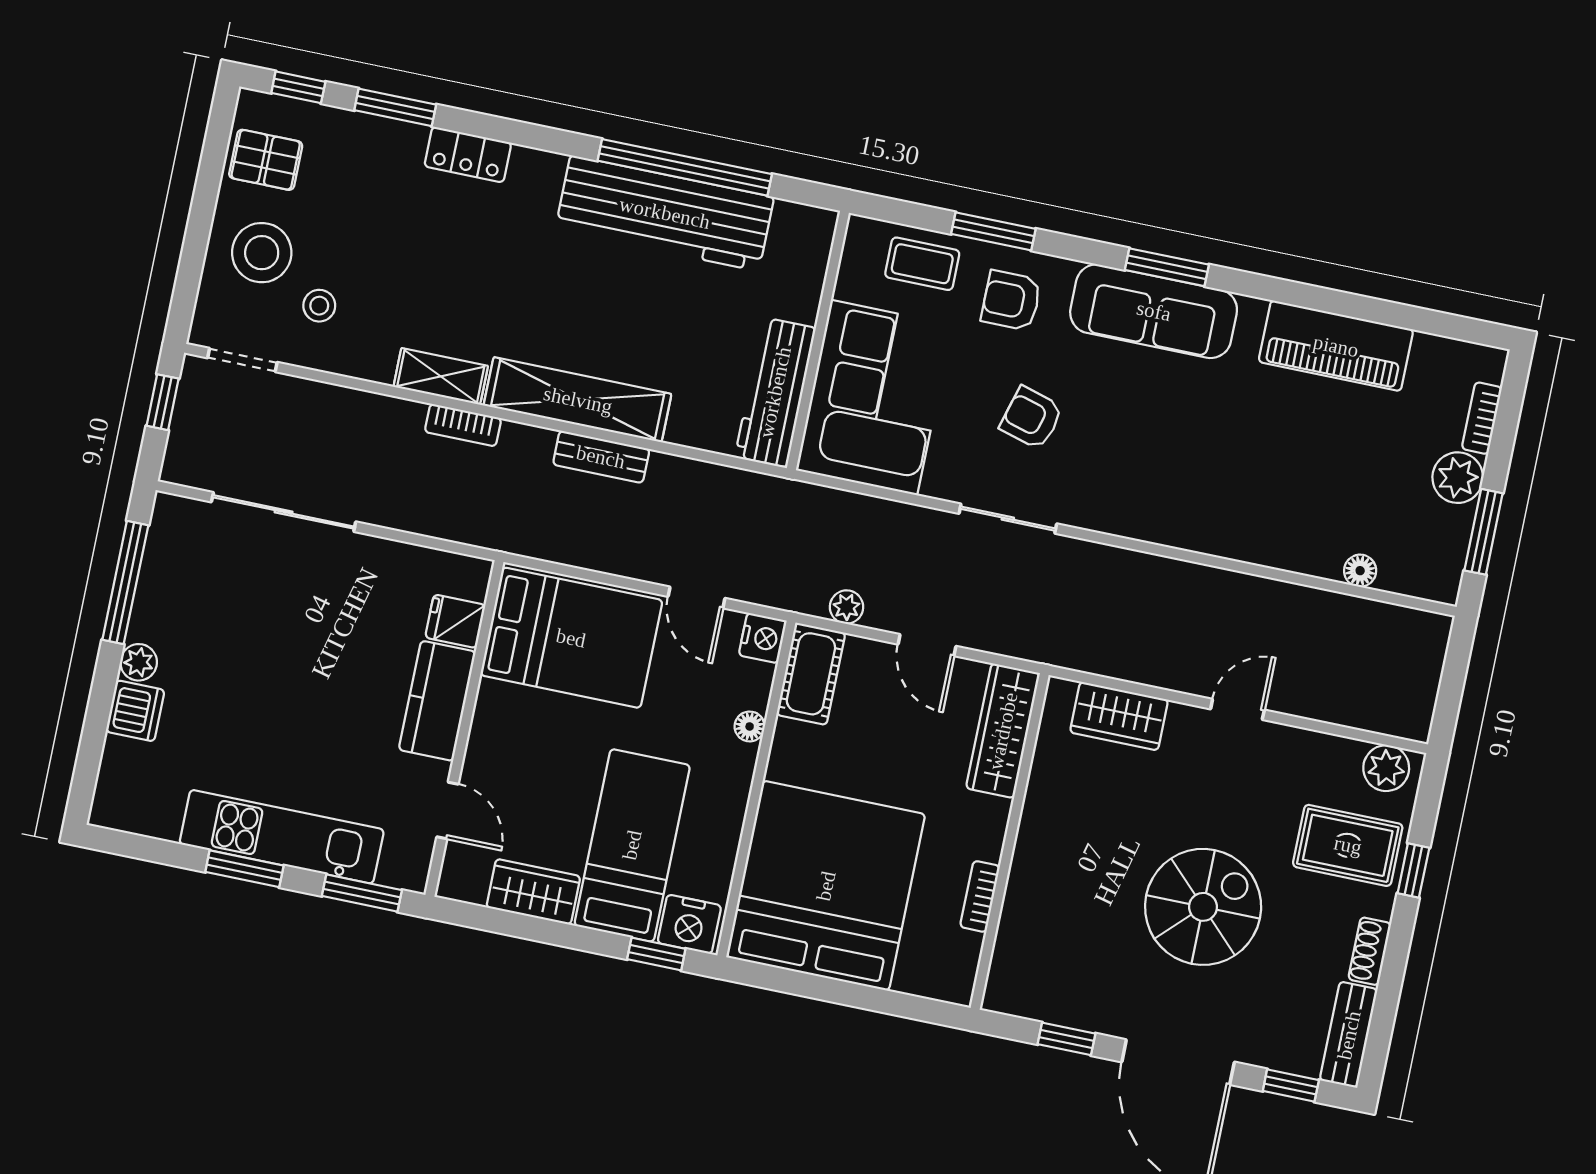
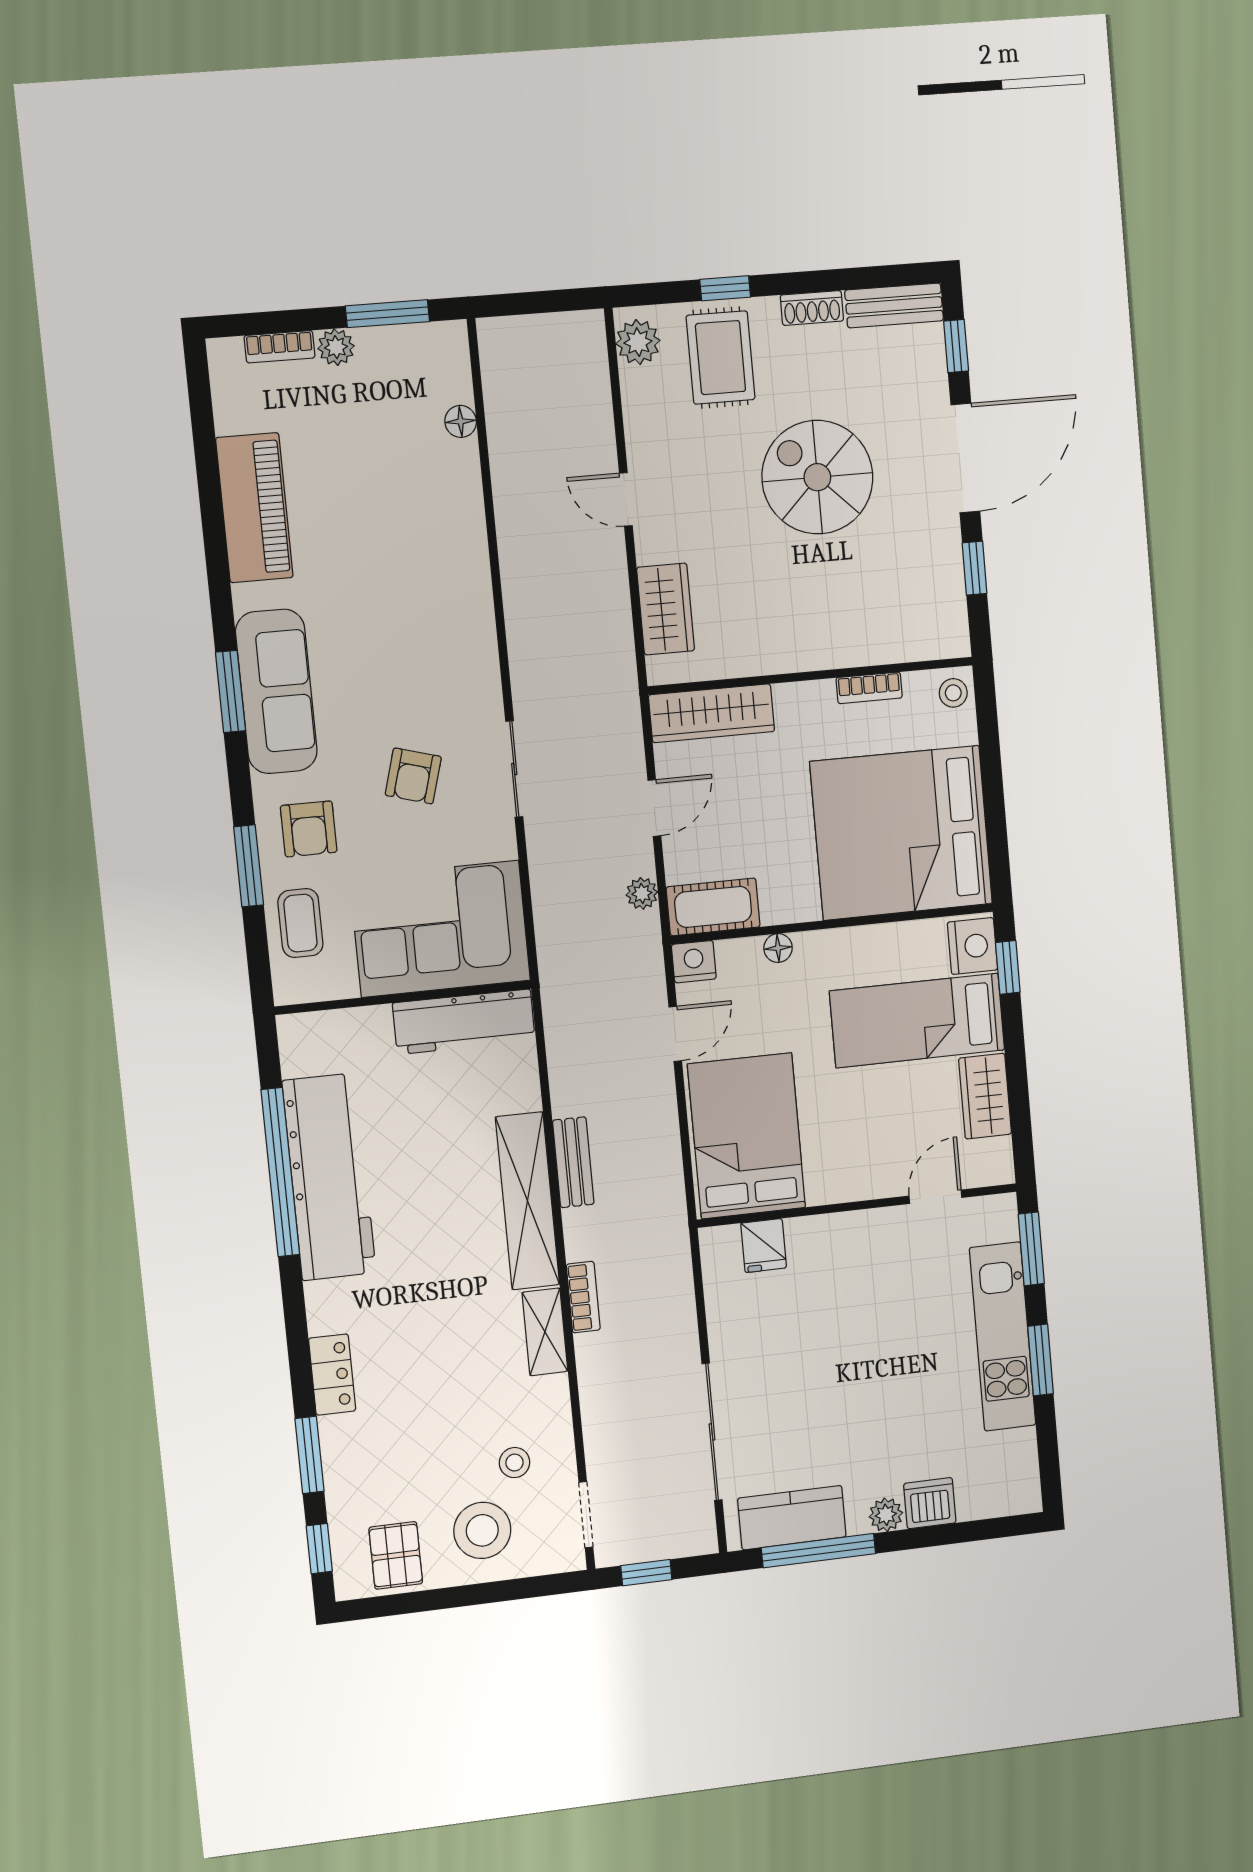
plant: (1458, 478) -> (336, 347), width x0.73, depth x0.73
kitchen counter: (437, 701) -> (792, 1518), moved, turned 180
stool: (949, 980) -> (953, 693), added

